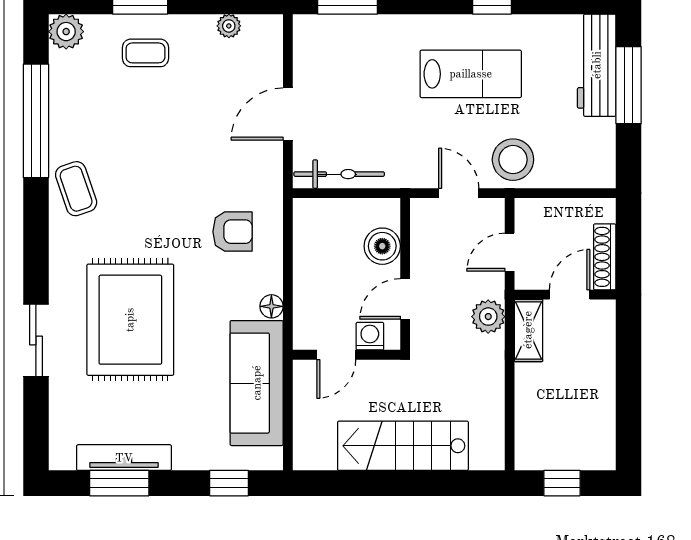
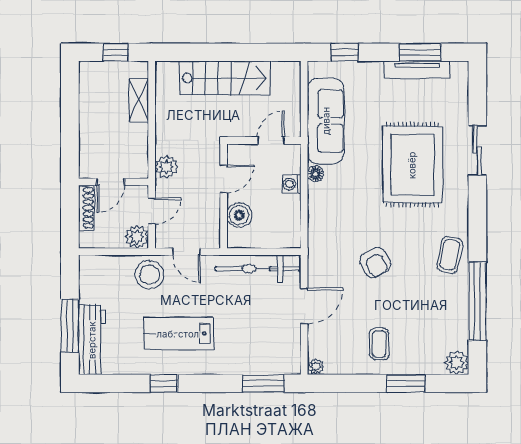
plant: (229, 26) -> (316, 367), moved
coffee table: (145, 53) -> (379, 344), moved, turned 90
bicycle: (339, 174) -> (258, 269), width x1.37, depth x1.40
coffee table: (76, 189) -> (450, 255), turned 31
plant: (531, 215) -> (137, 237), added
armchair: (233, 232) -> (375, 263), moved, turned -116
shelving: (528, 330) -> (139, 100), moved
washing machine: (370, 336) -> (291, 184), moved, turned 90

